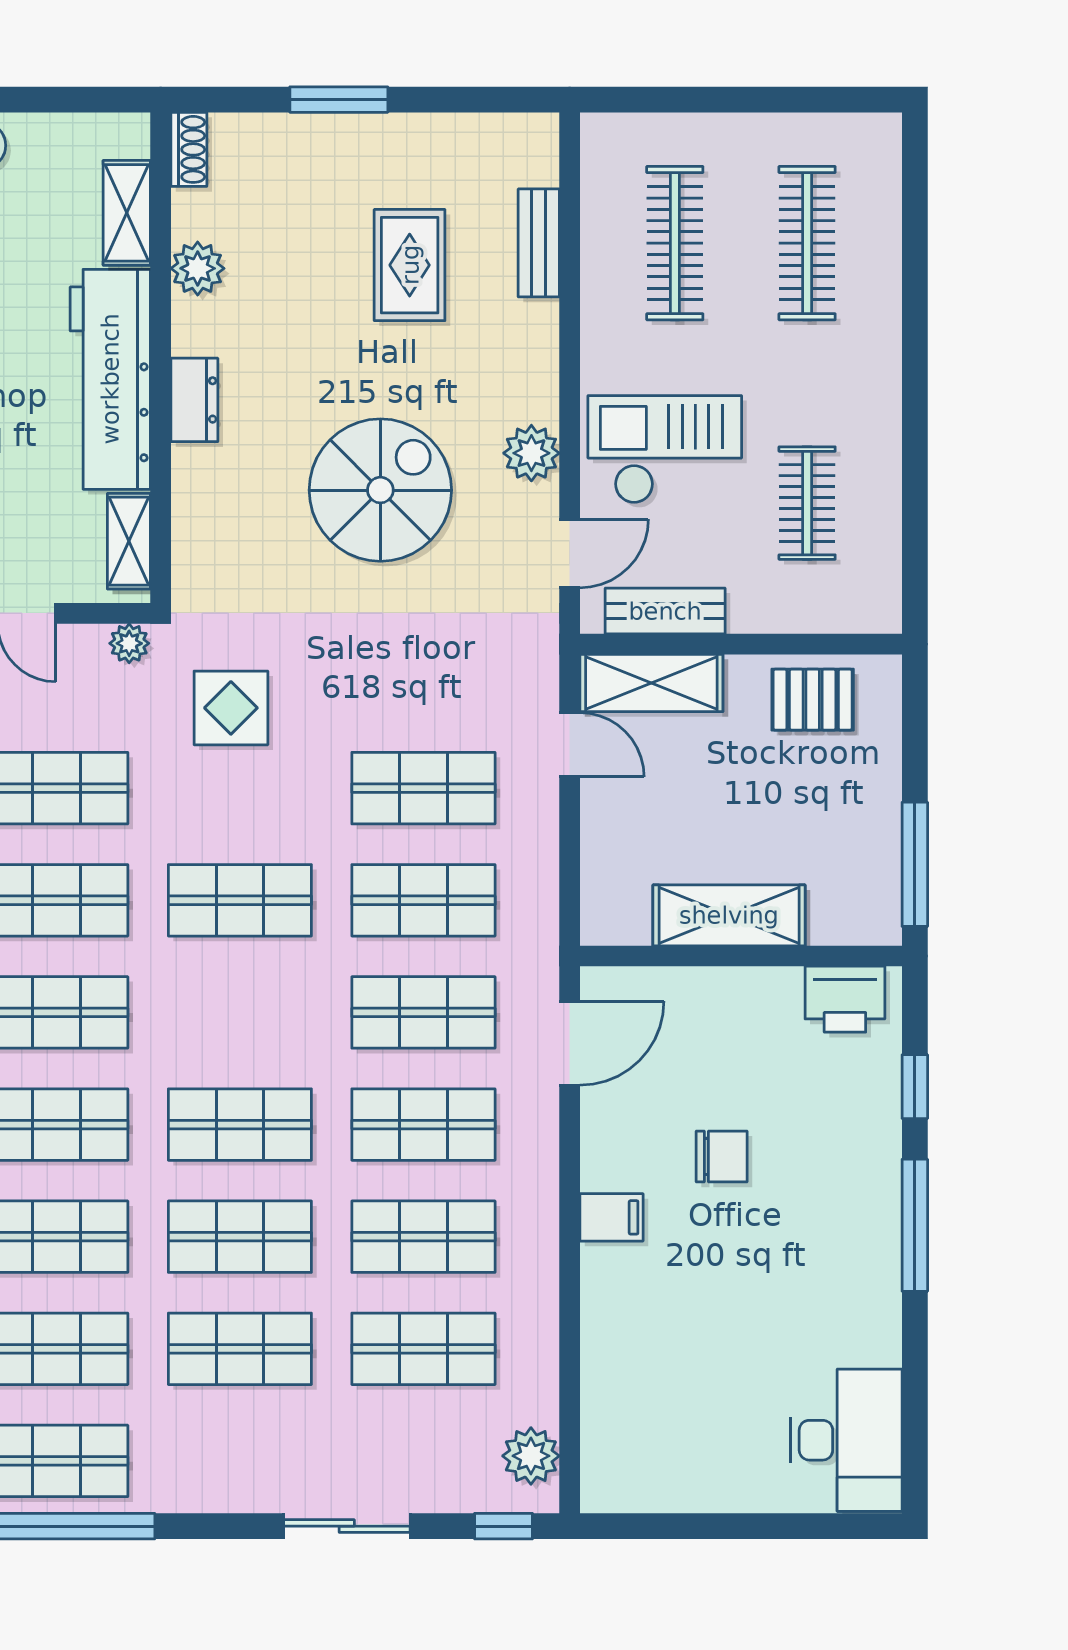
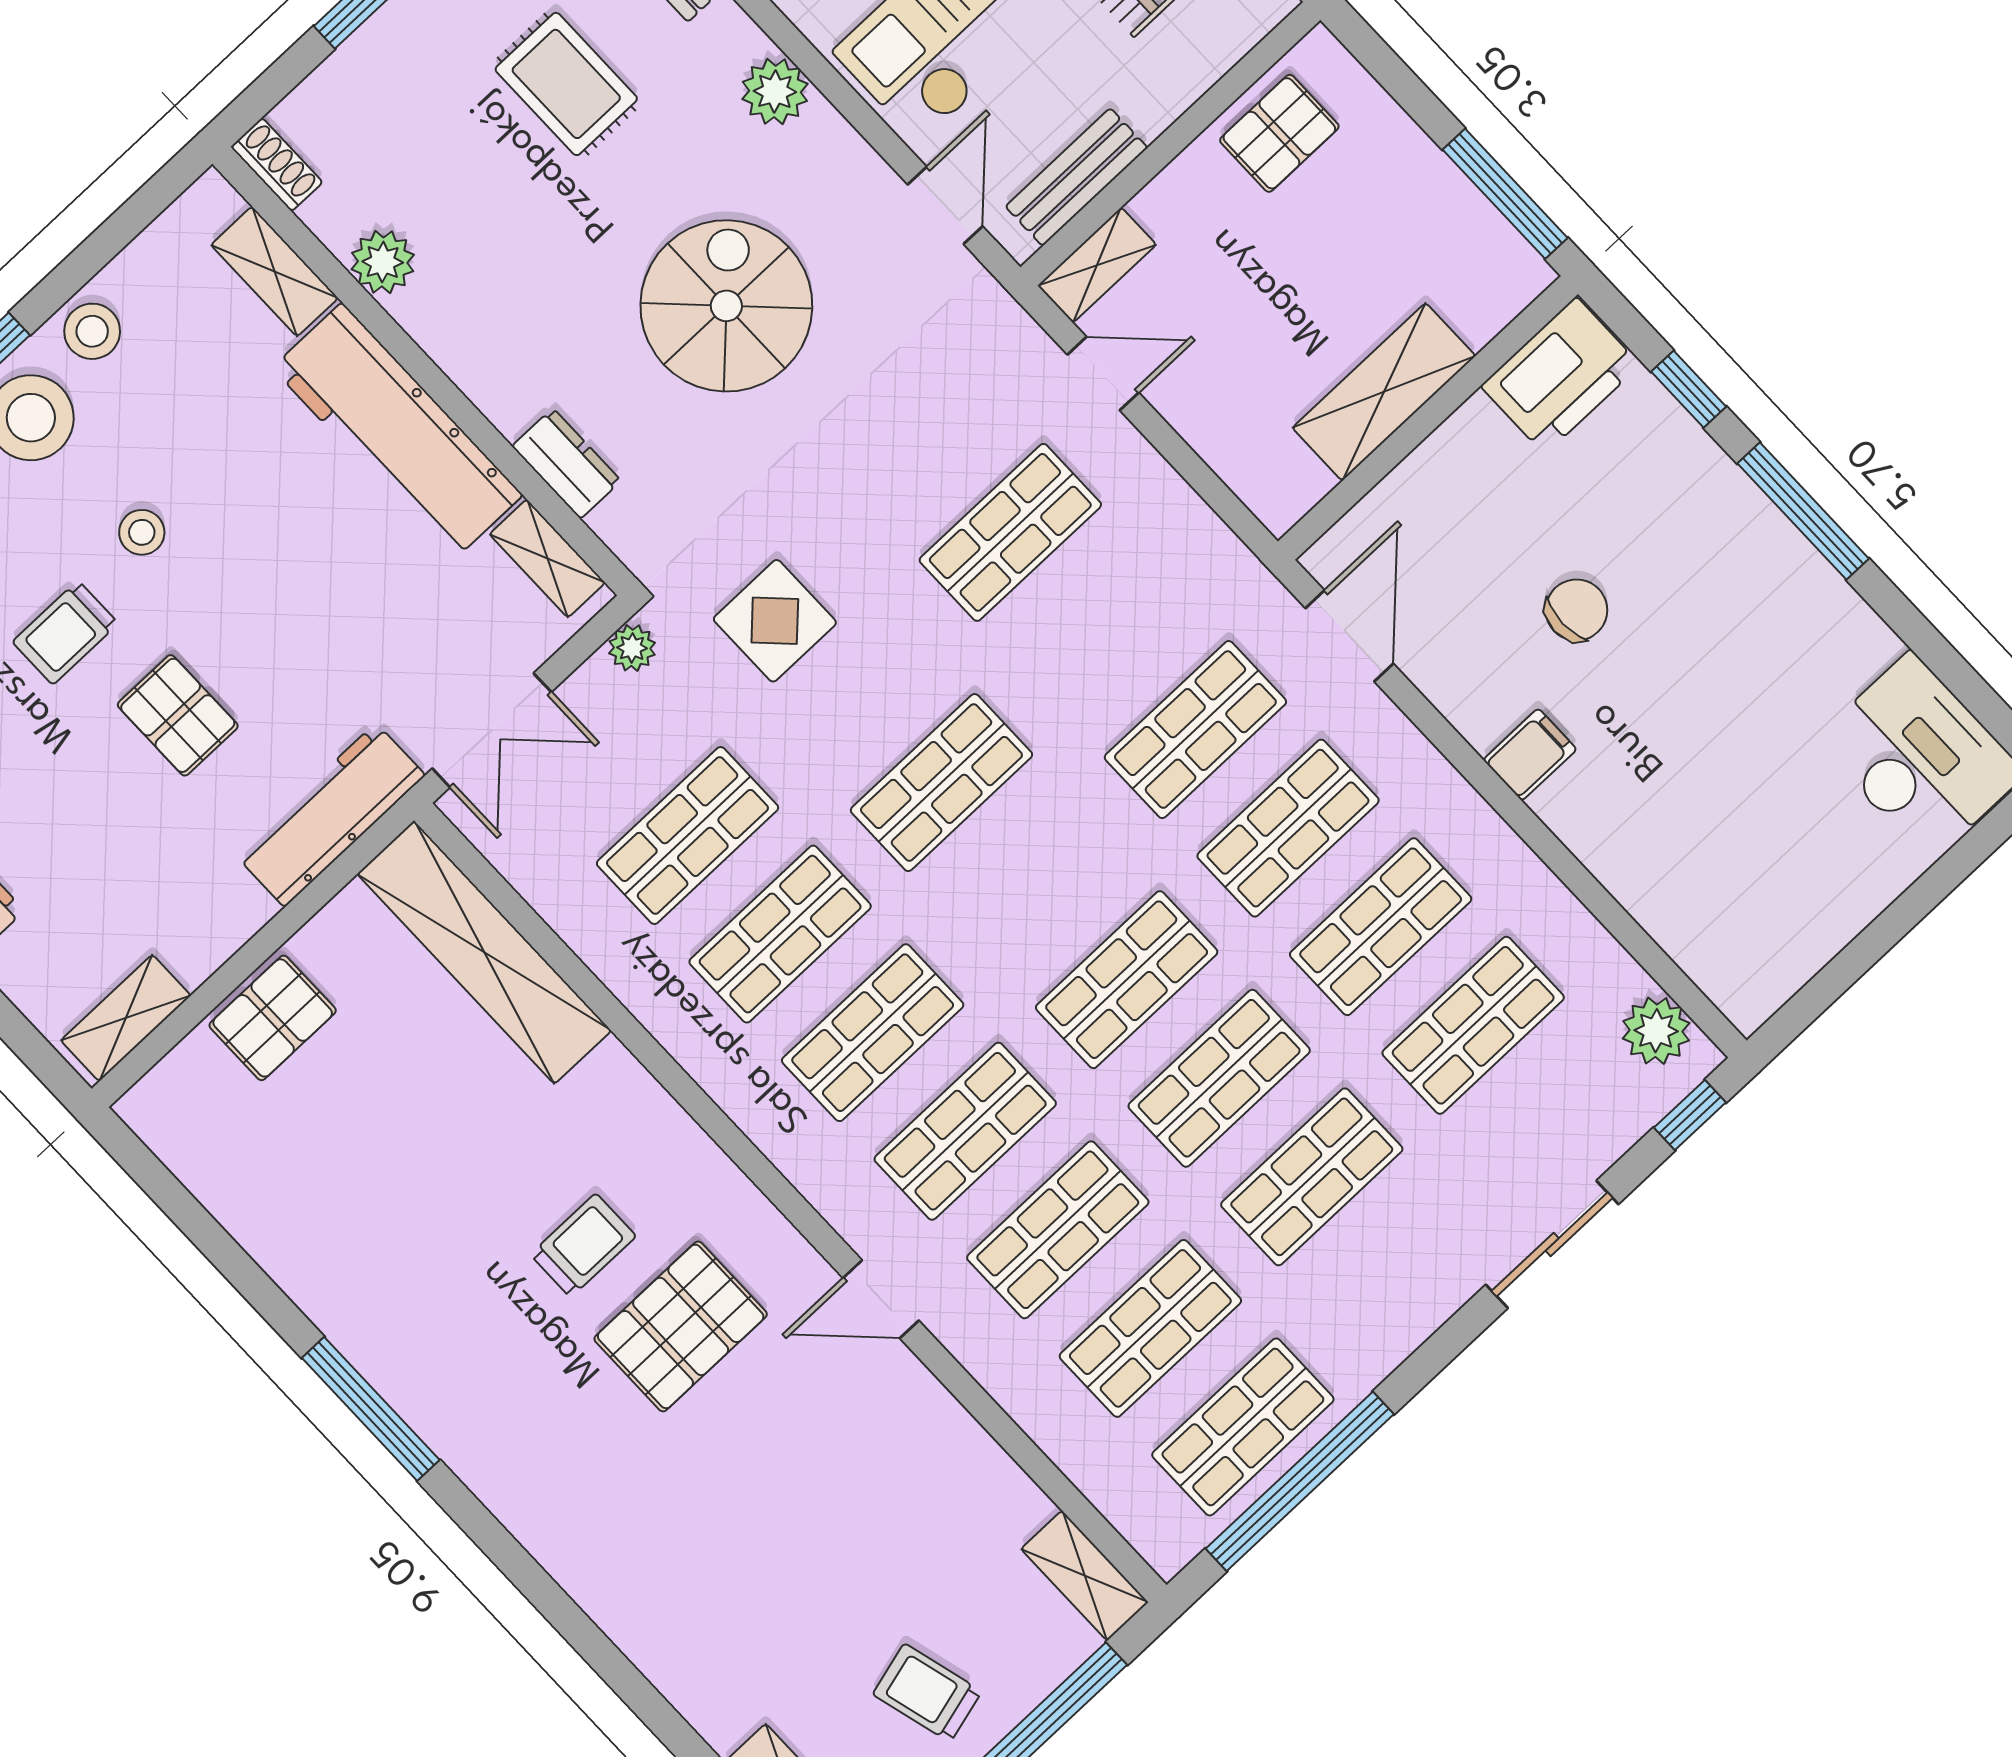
dresser: (194, 400) -> (566, 463), moved
plant: (531, 453) -> (775, 91), moved
shelving: (651, 683) -> (1097, 265), width x0.67, depth x0.75
shop shelf: (423, 900) -> (1103, 631), removed
printer: (845, 999) -> (1560, 376), width x1.37, depth x1.19

